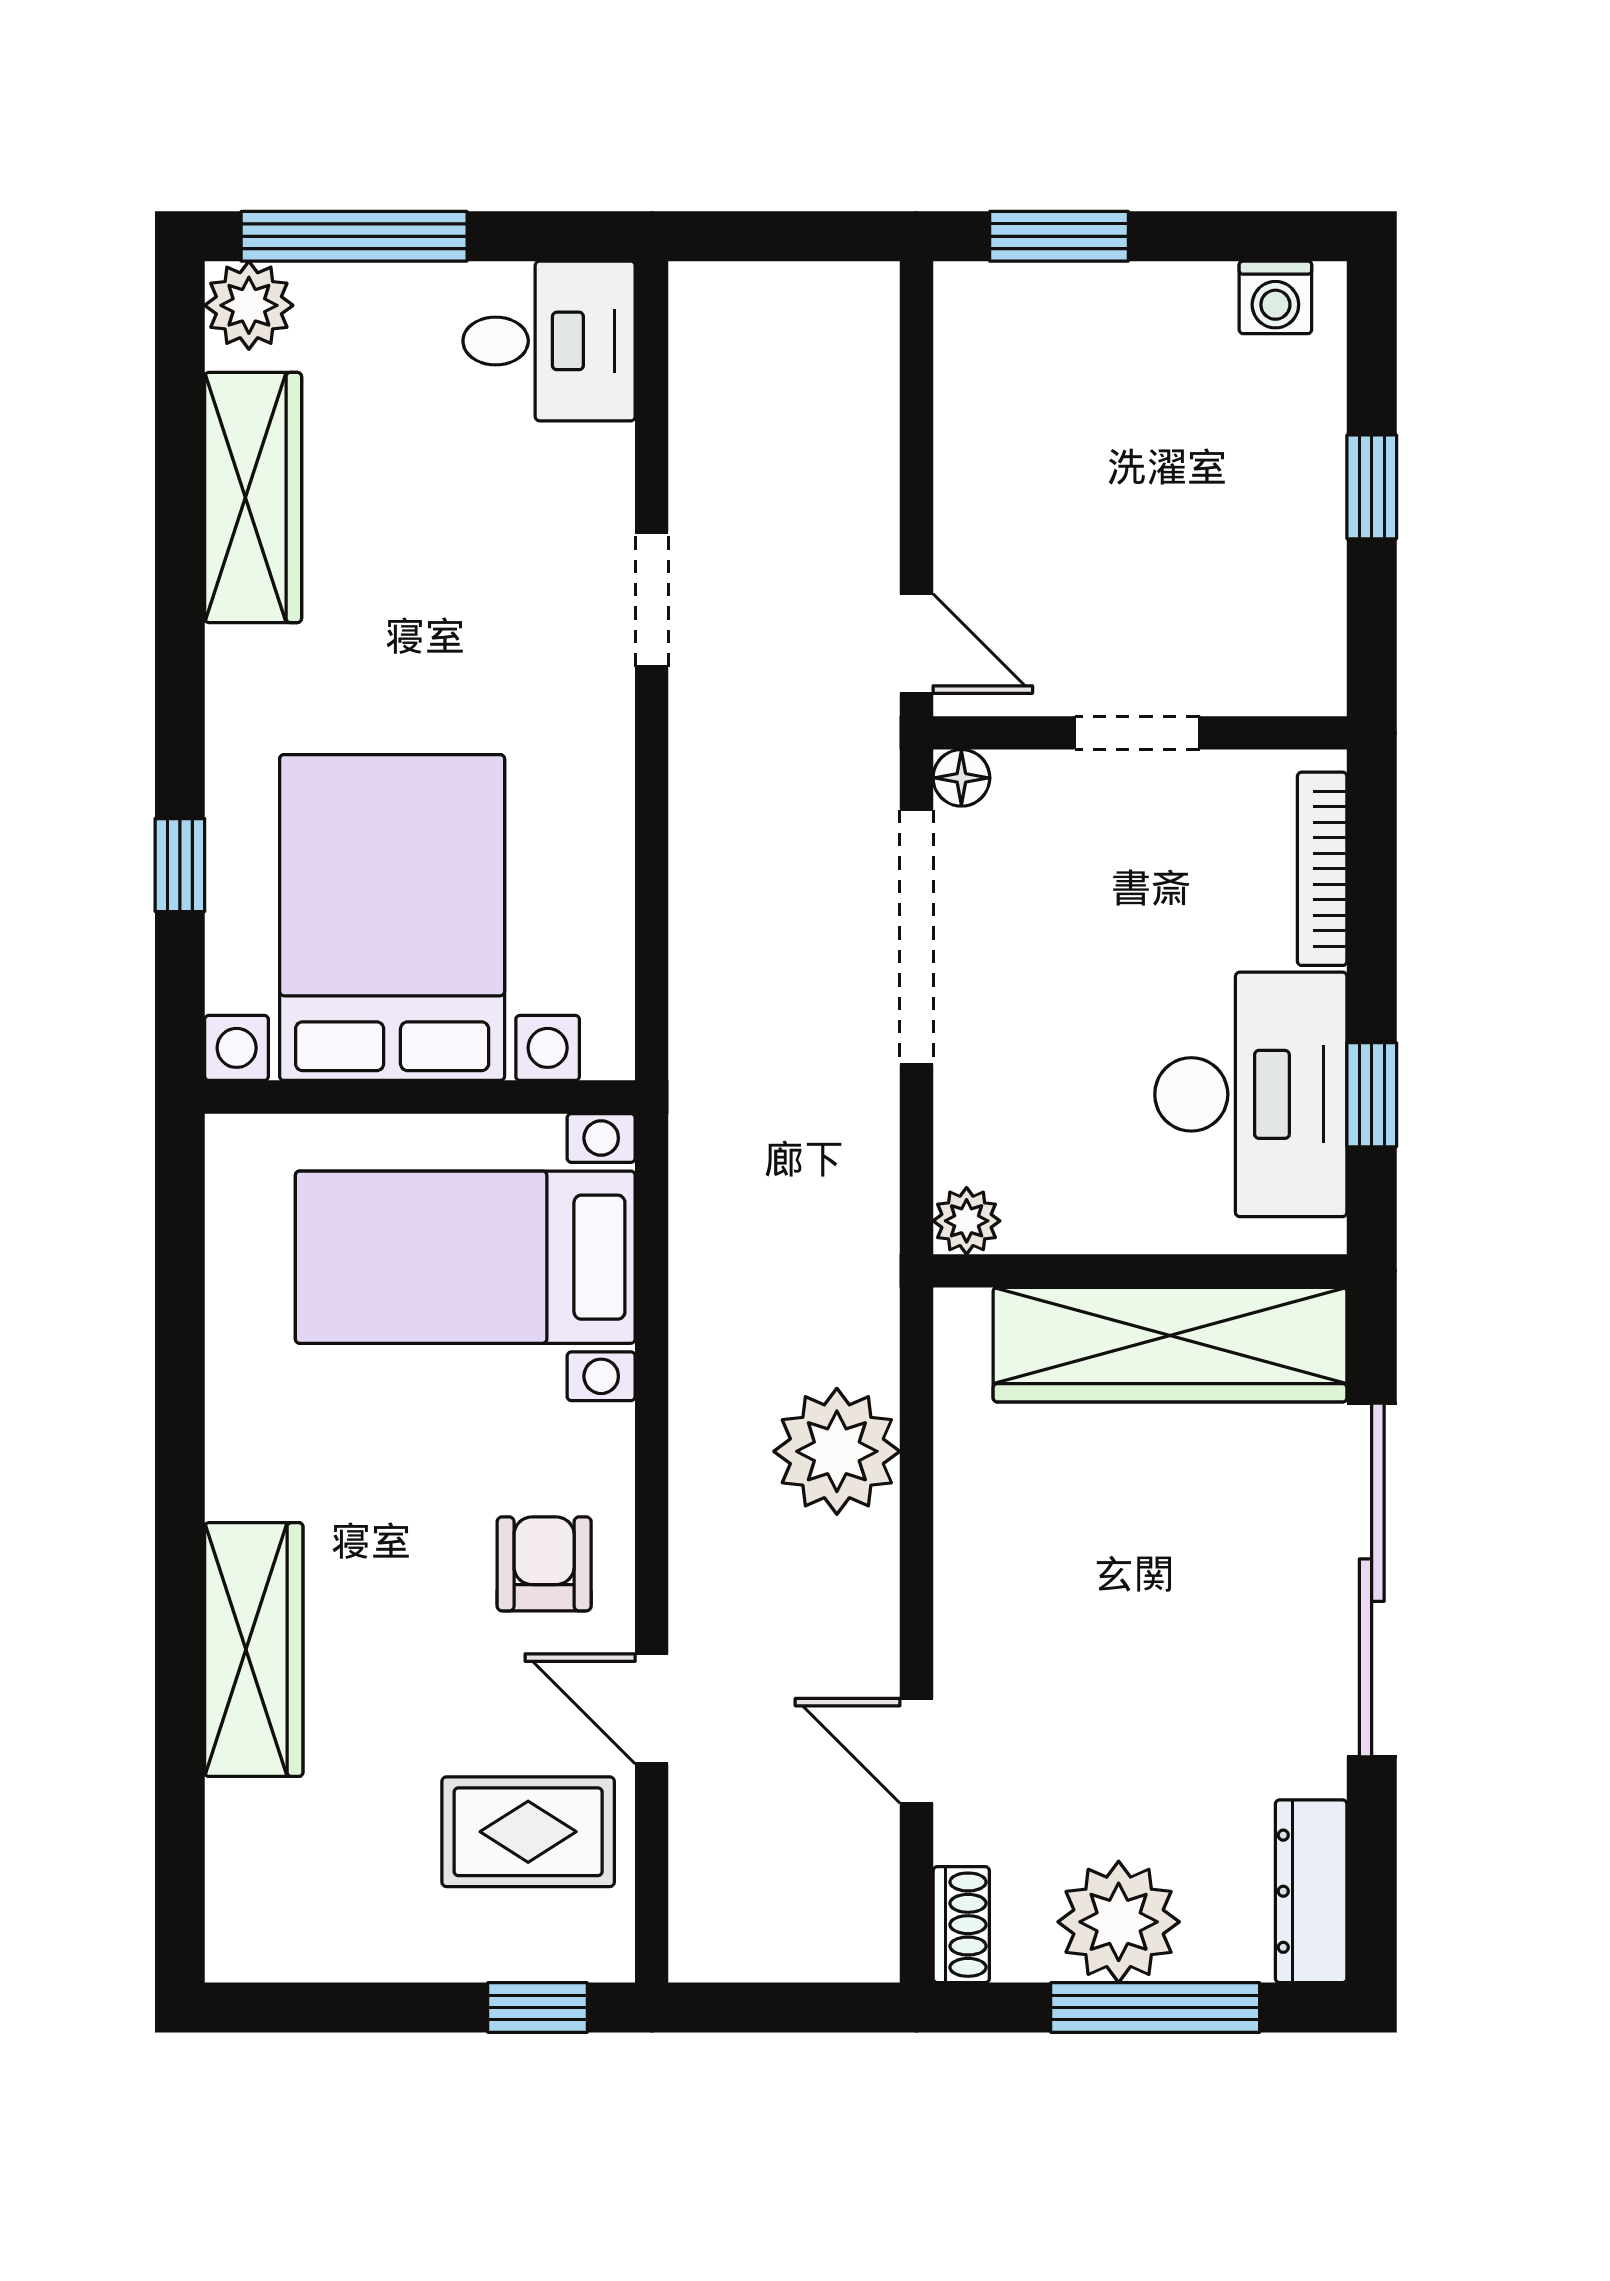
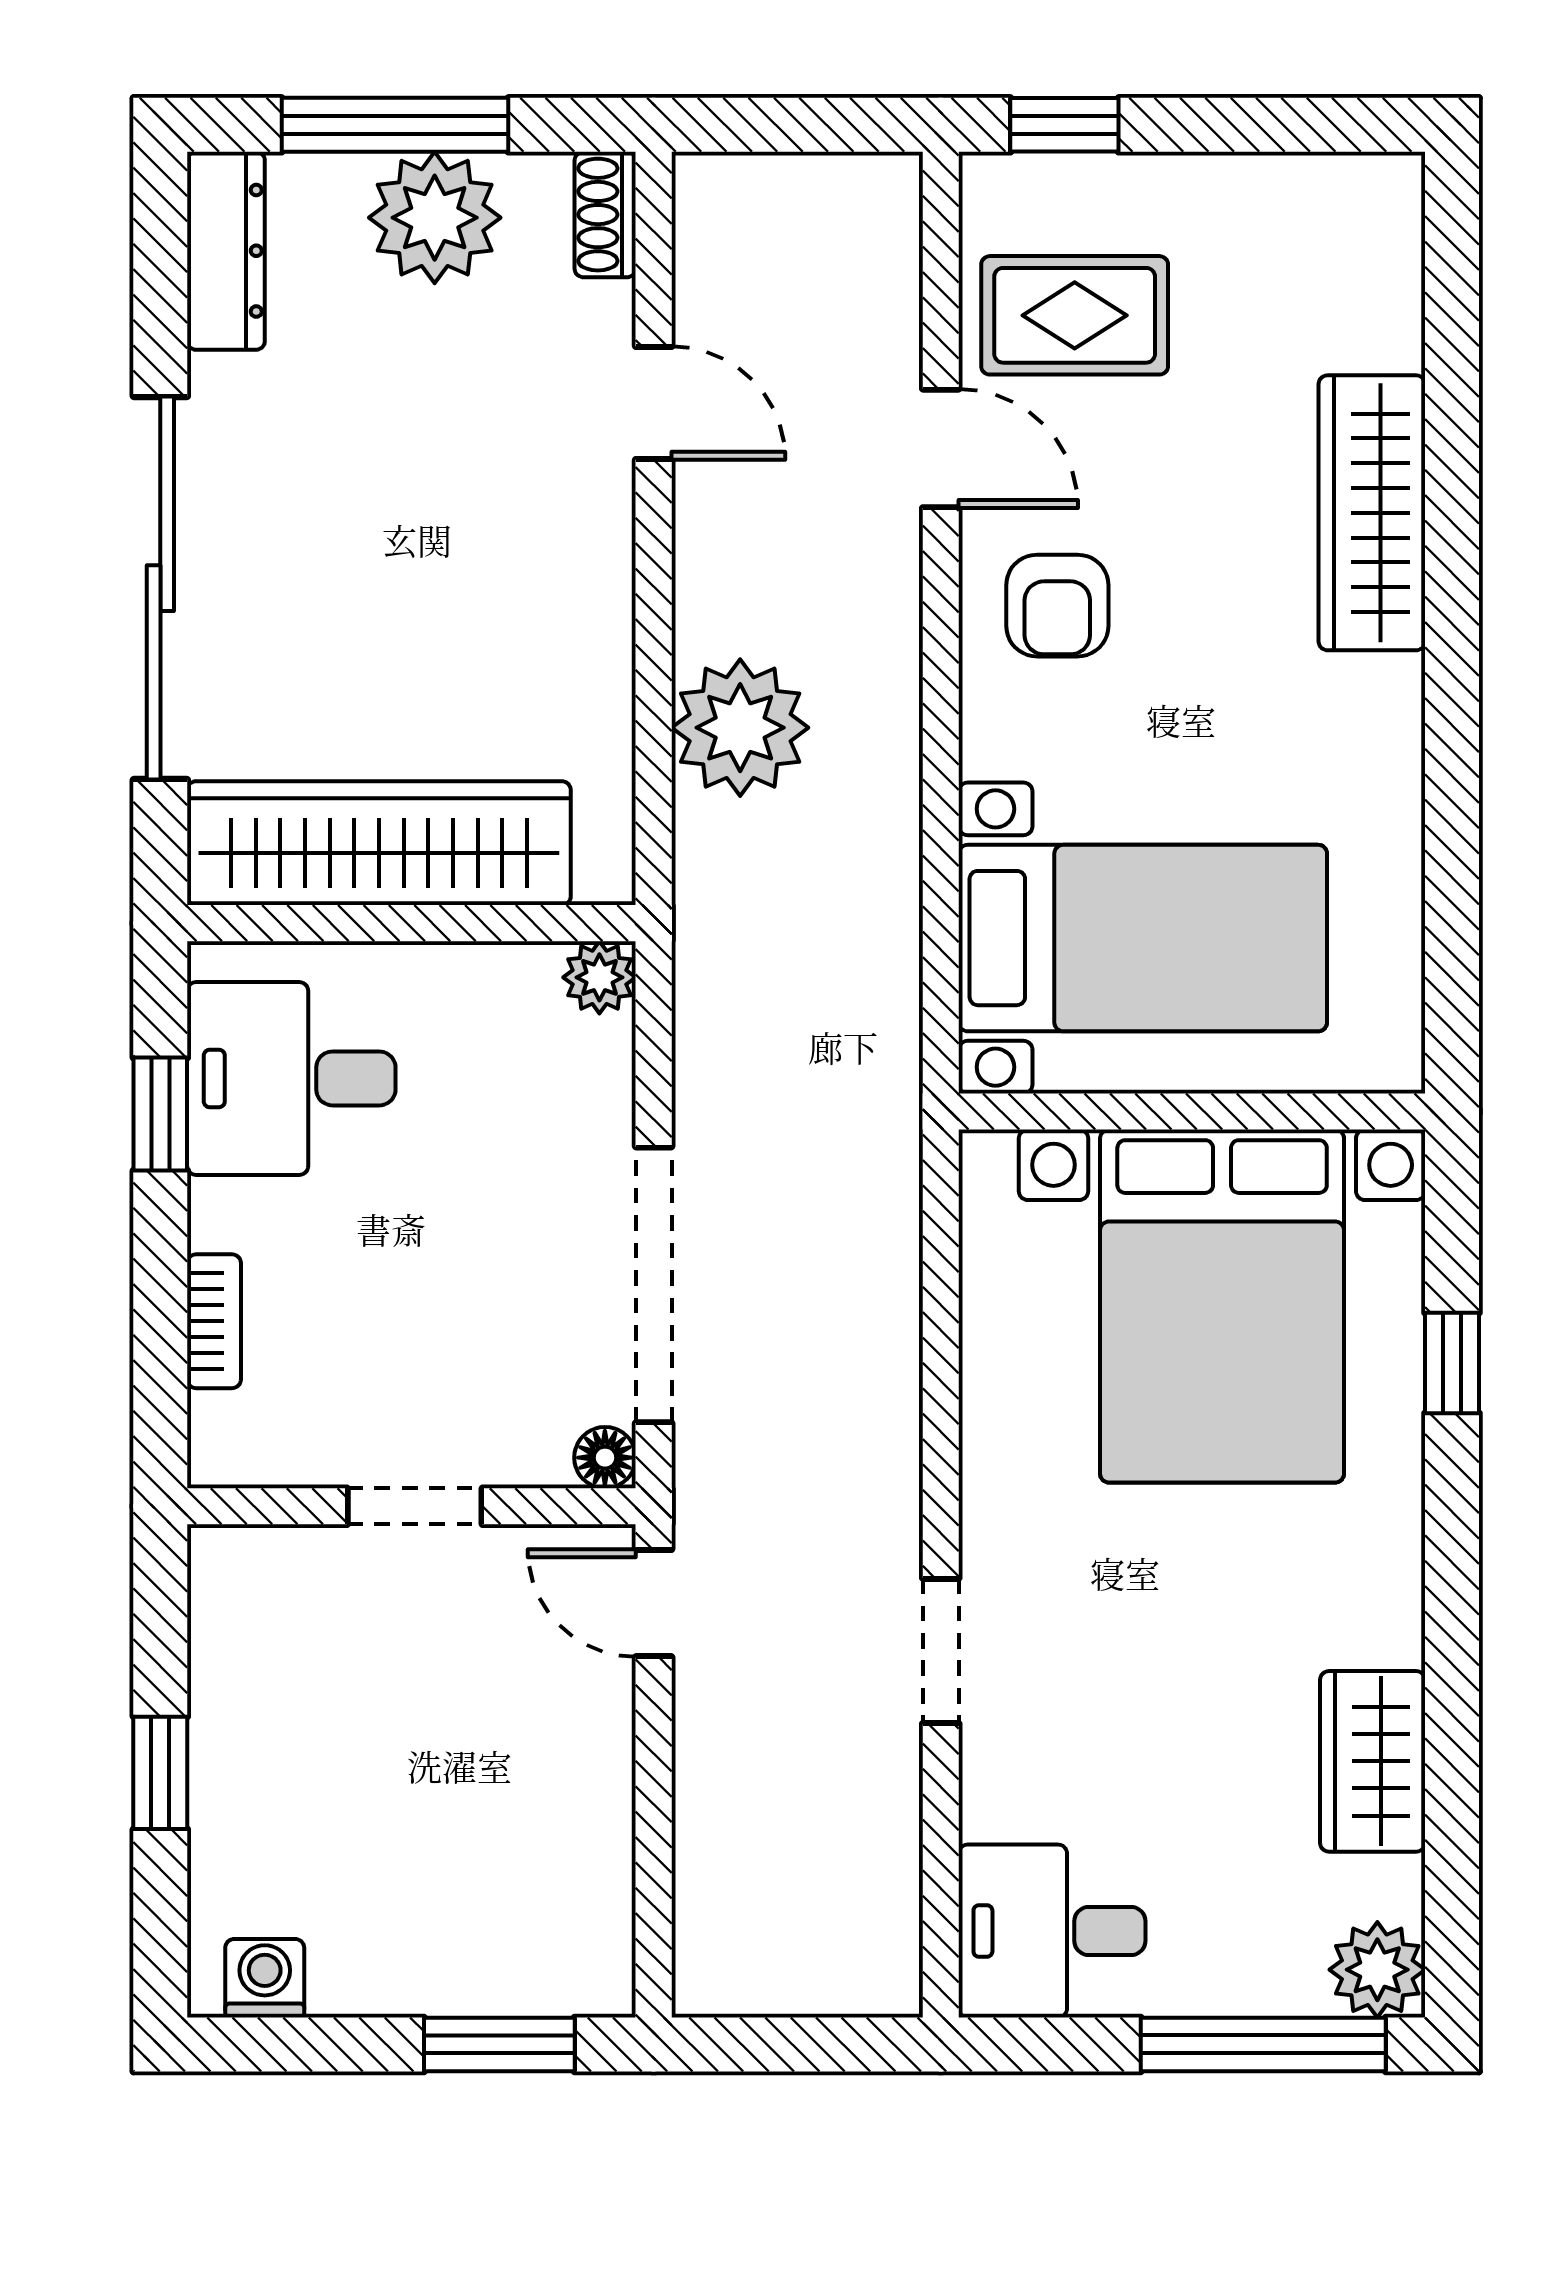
wardrobe: (253, 498) -> (1373, 1761), width x0.67
bookcase: (1322, 869) -> (214, 1321), width x0.64
desk: (1251, 1094) -> (291, 1078), width x0.73

